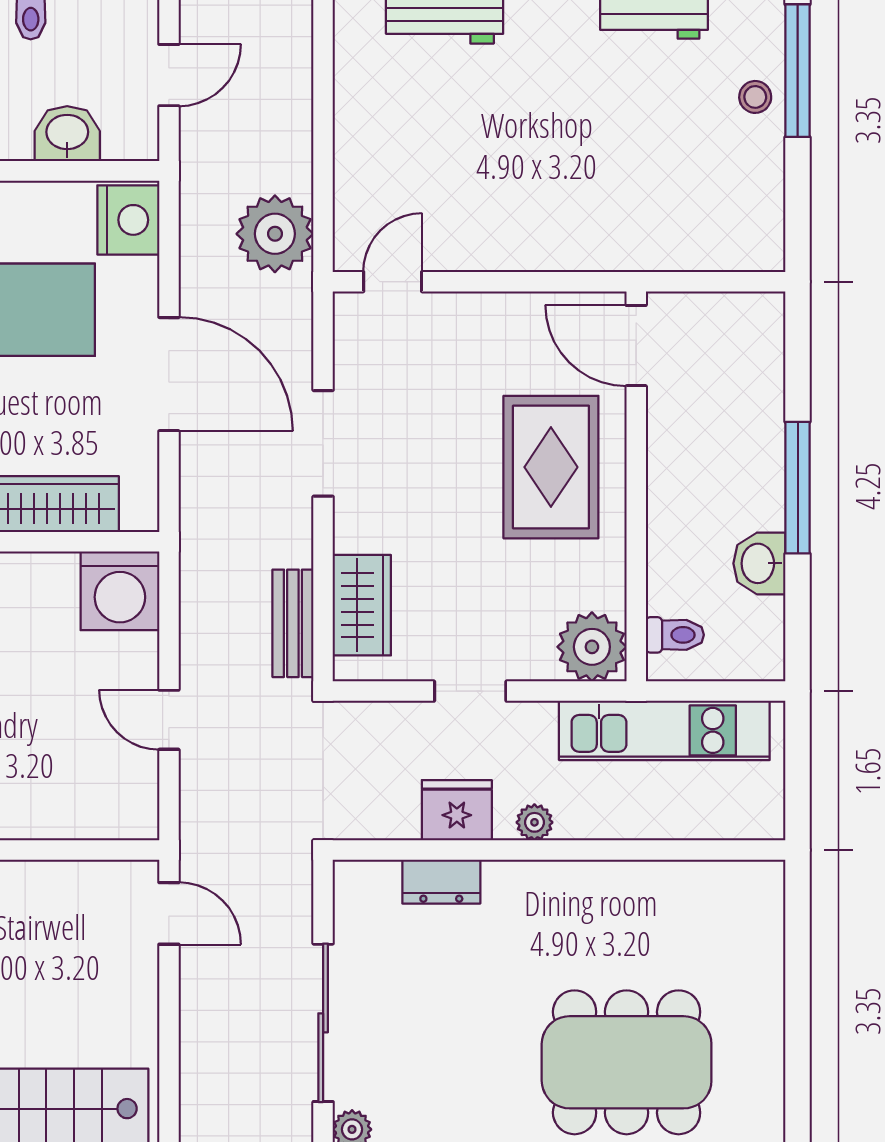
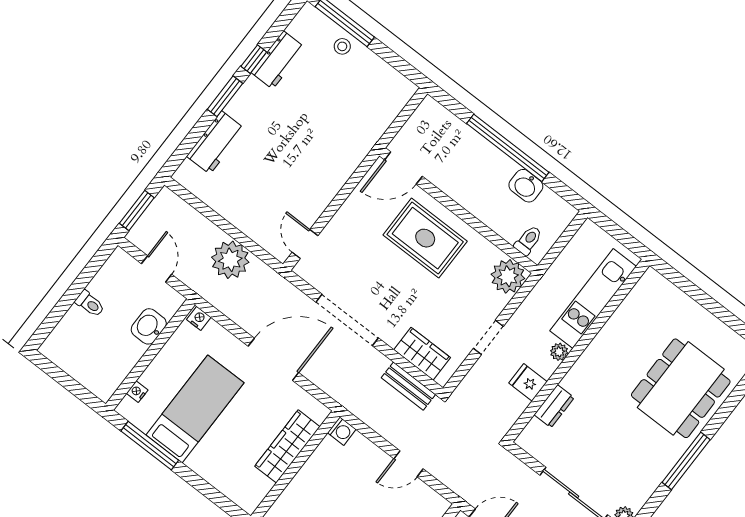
nightstand: (128, 220) -> (199, 318), width x0.53, depth x0.56
plant: (275, 234) -> (230, 260), moved
doorway: (323, 443) -> (347, 320), width x1.36
window: (798, 488) -> (508, 148), width x1.46
washing machine: (120, 591) -> (342, 431), width x0.53, depth x0.53
kitchen unit: (664, 730) -> (593, 299), moved, turned 180
fridge: (457, 810) -> (528, 382), width x0.72

